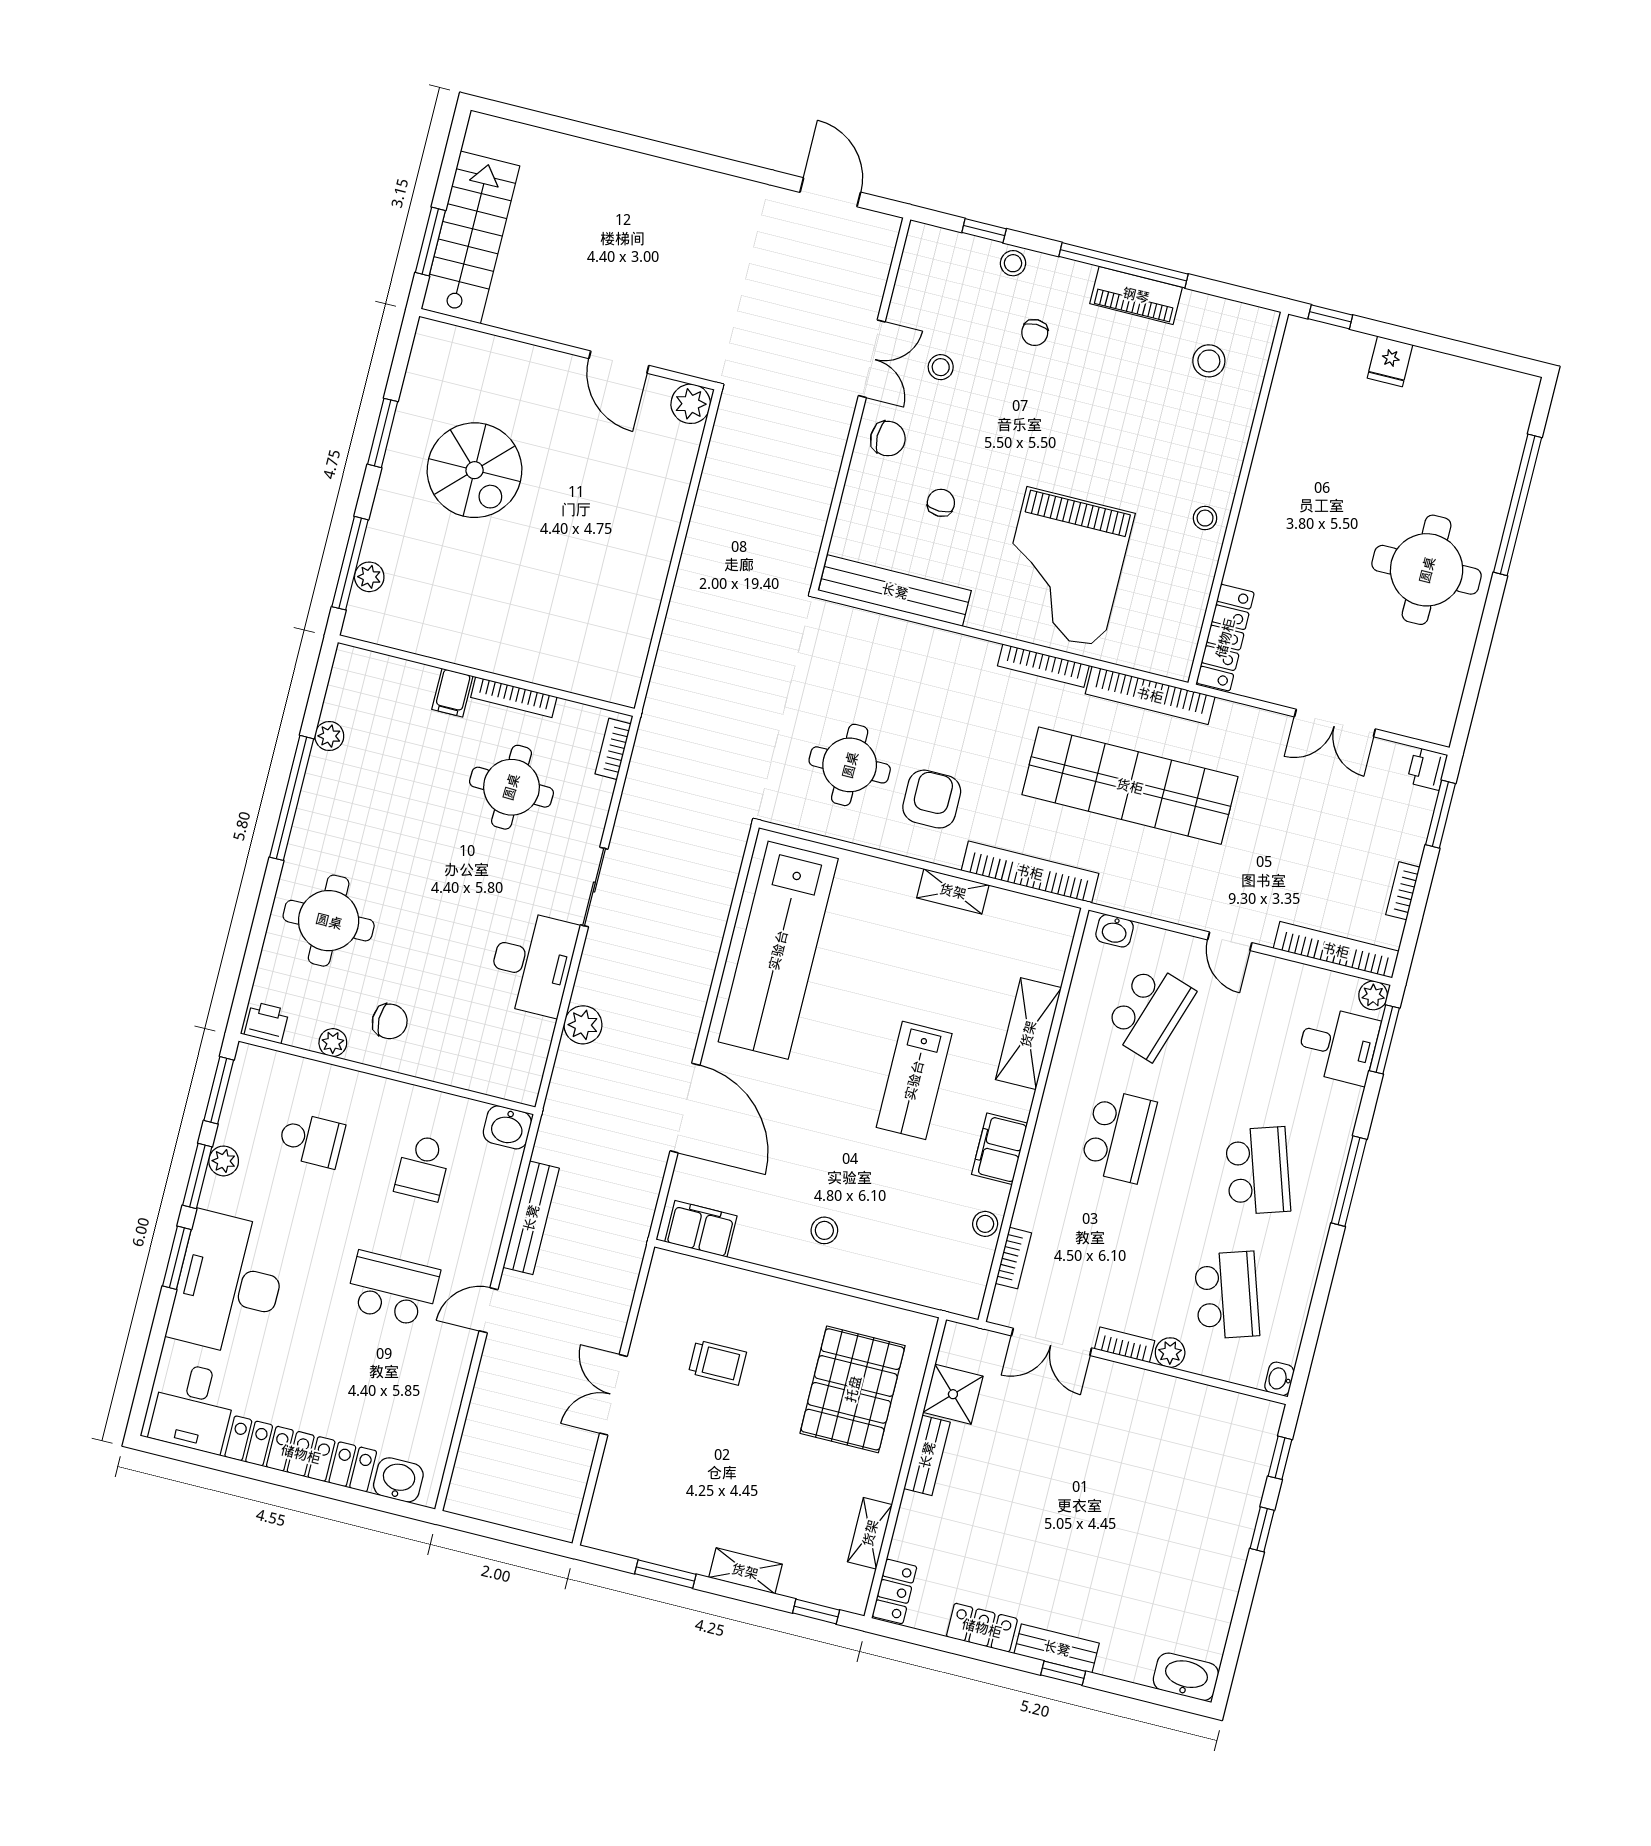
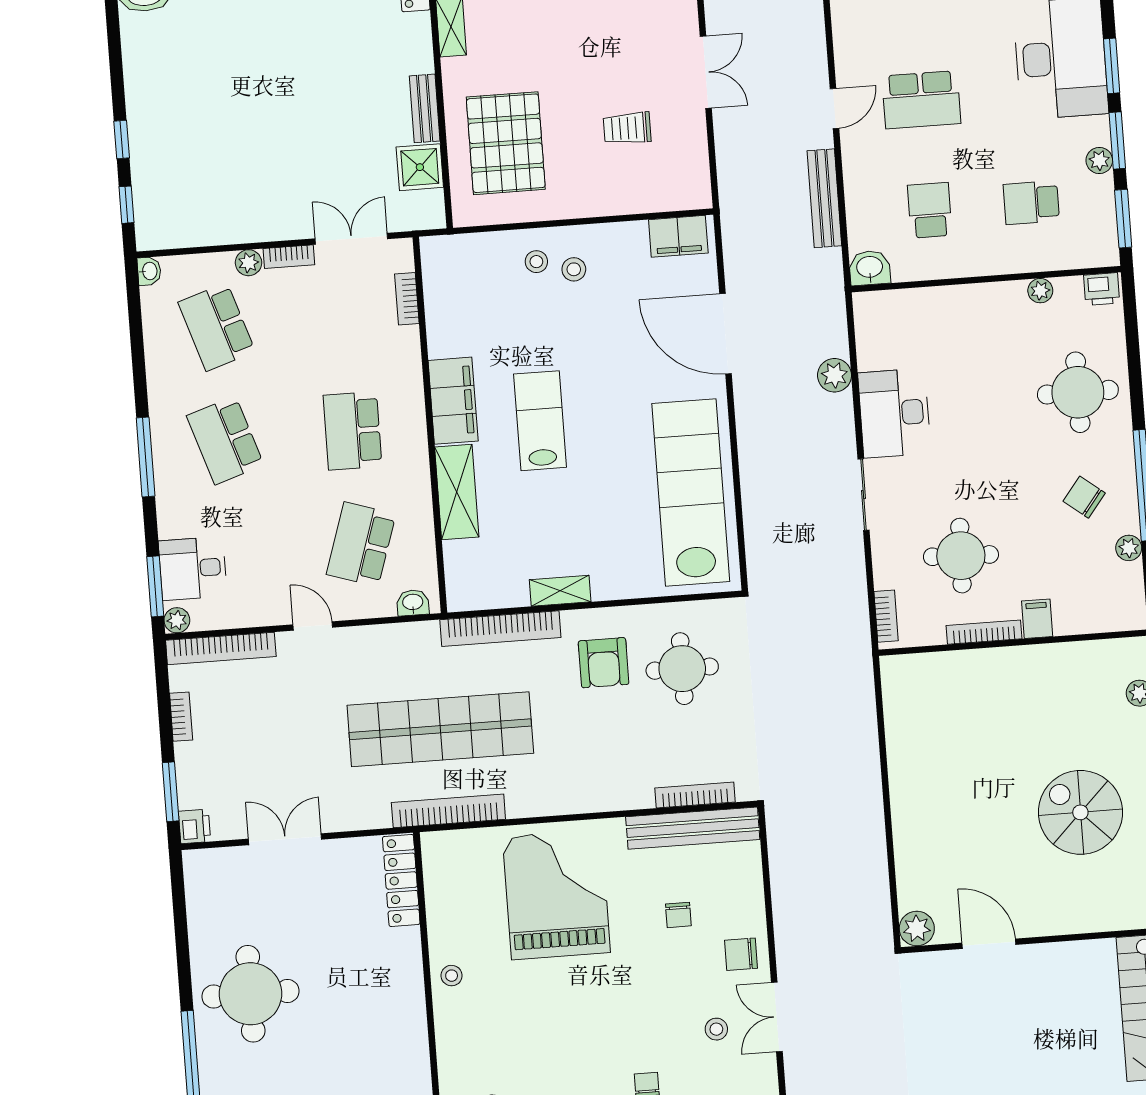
bookcase: (1043, 666) -> (695, 795), moved
chair: (390, 1021) -> (1084, 497), moved, turned 38
filing cabinet: (1000, 1149) -> (453, 401), width x1.50, depth x1.17
stool: (985, 1224) -> (536, 262), moved

